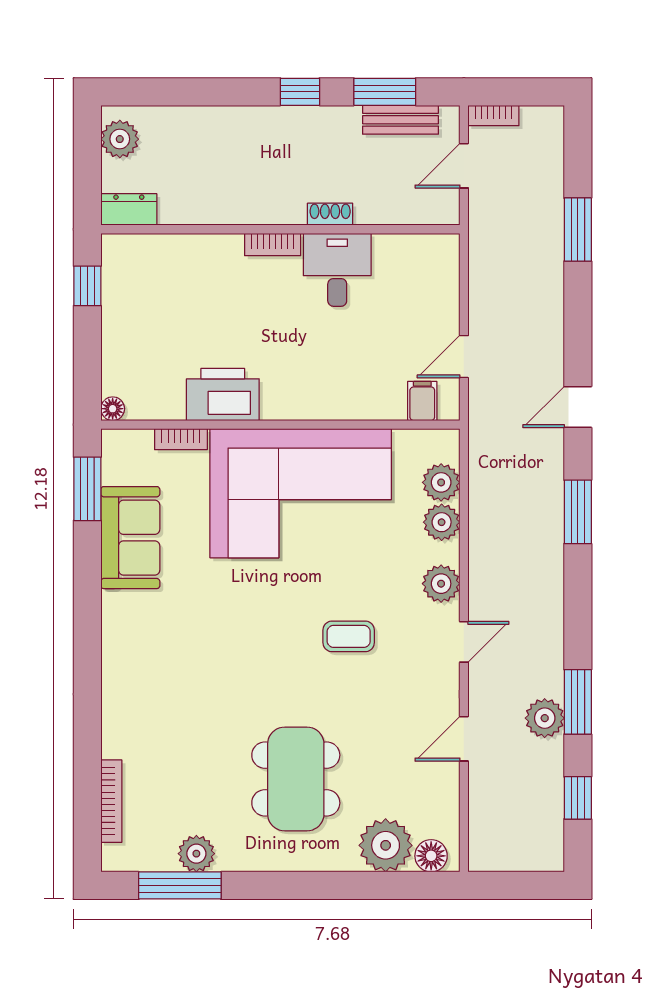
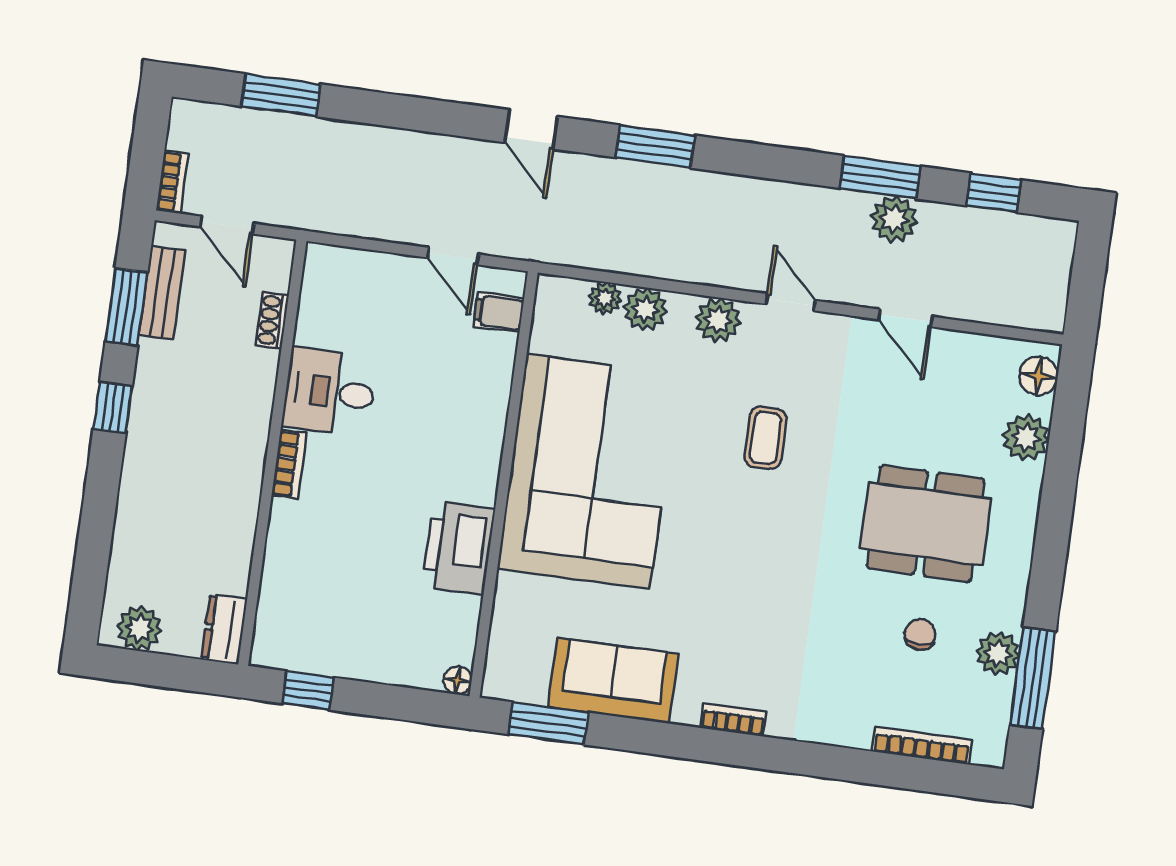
shoe rack: (330, 214) -> (272, 320), moved
window: (578, 230) -> (281, 95), moved
bookcase: (181, 439) -> (733, 720), moved, turned -90
plant: (441, 482) -> (605, 298), width x0.73, depth x0.73
chair: (203, 787) -> (920, 634), added
plant: (386, 845) -> (1026, 438), width x0.73, depth x0.73

